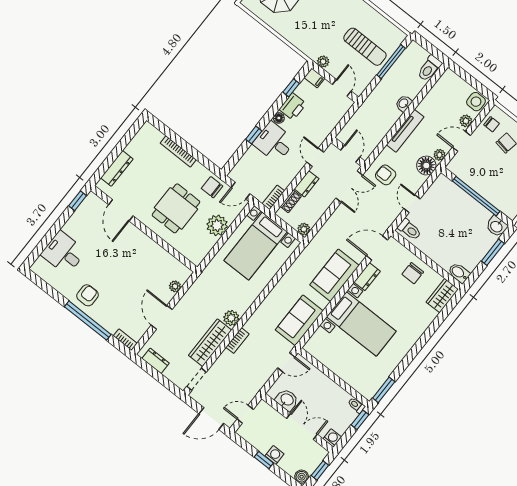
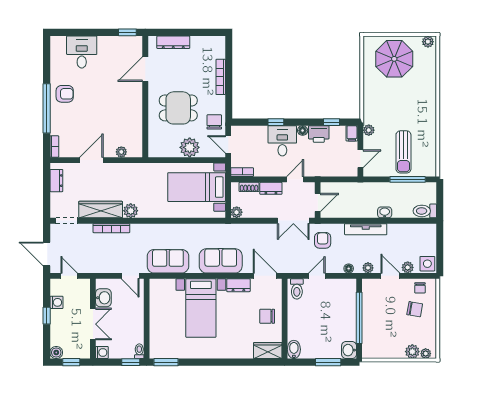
floor lamp: (426, 166) -> (349, 269), width x0.53, depth x0.53
bookcase: (237, 341) -> (111, 228), width x1.56
washing machine: (274, 455) -> (56, 302), moved

